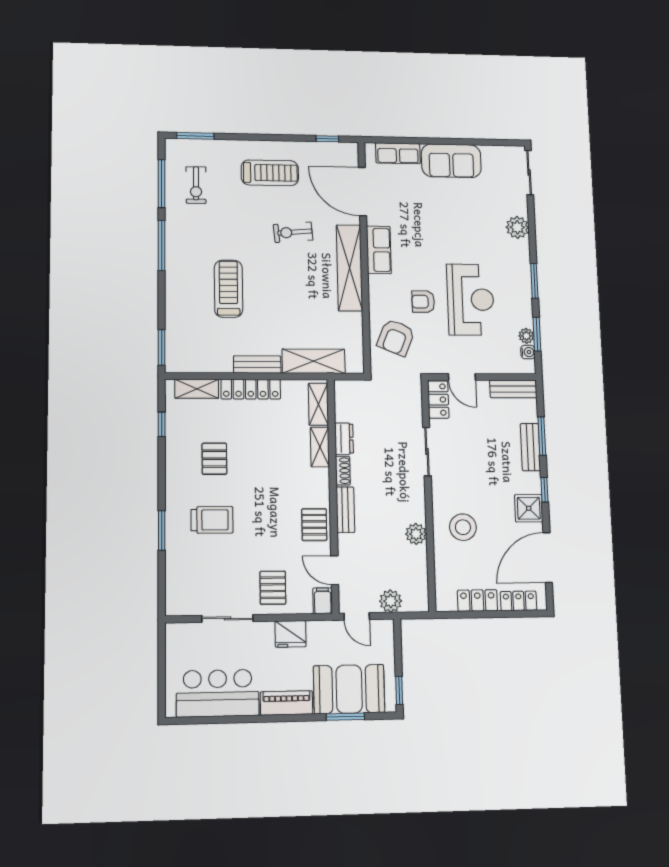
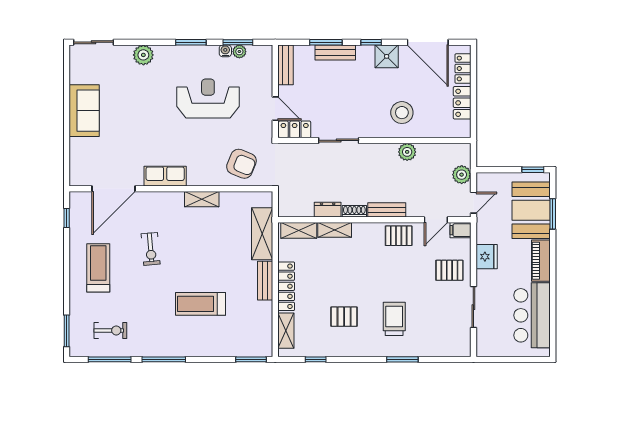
row of seats: (398, 153) -> (78, 157), removed
shelving: (349, 268) -> (202, 199), width x0.45, depth x0.75
armchair: (423, 302) -> (210, 139), removed
water cooler: (528, 352) -> (225, 51), moved
door: (462, 377) -> (275, 109), hinge flipped

